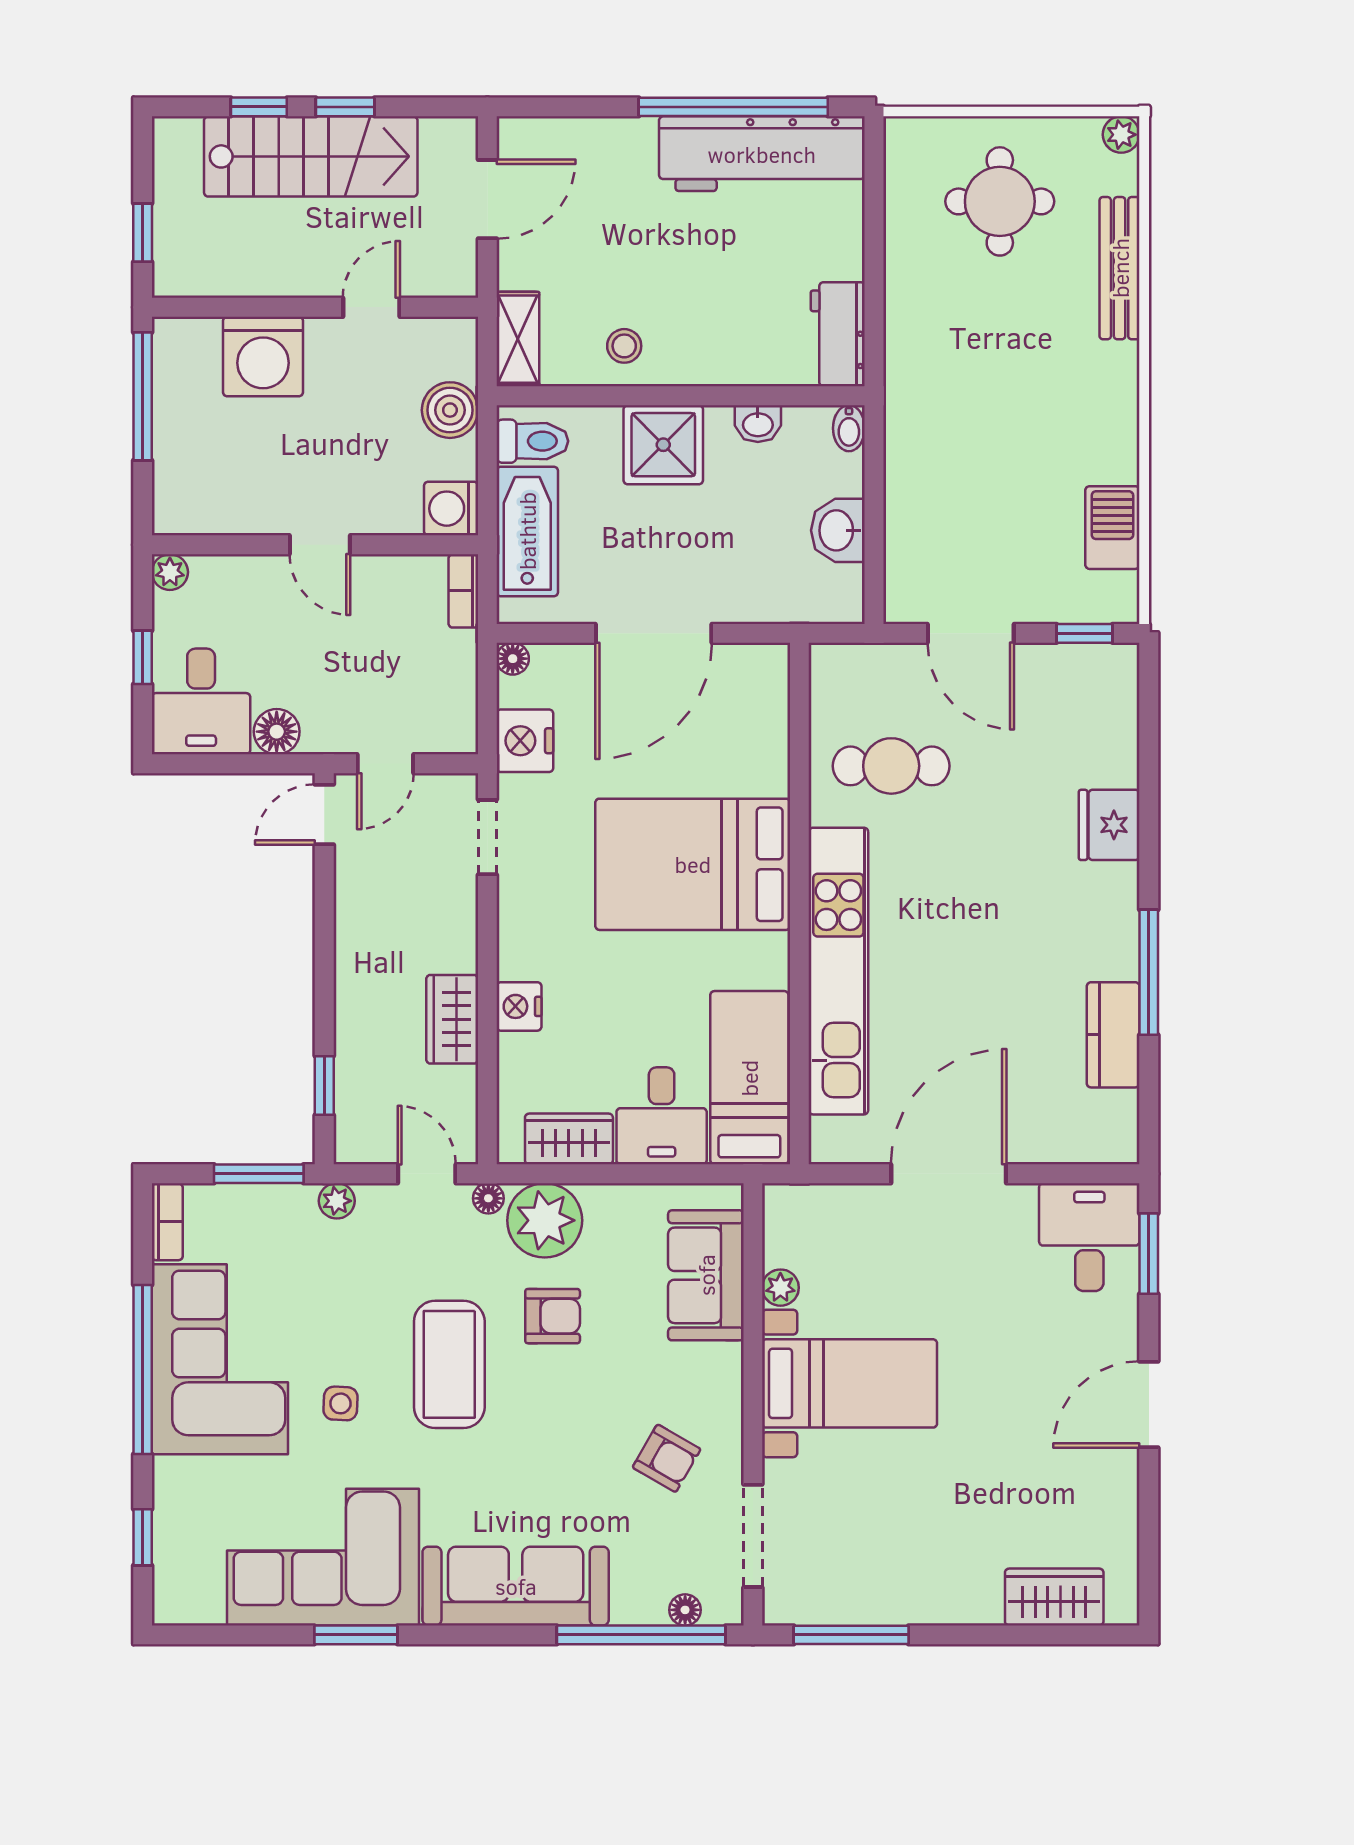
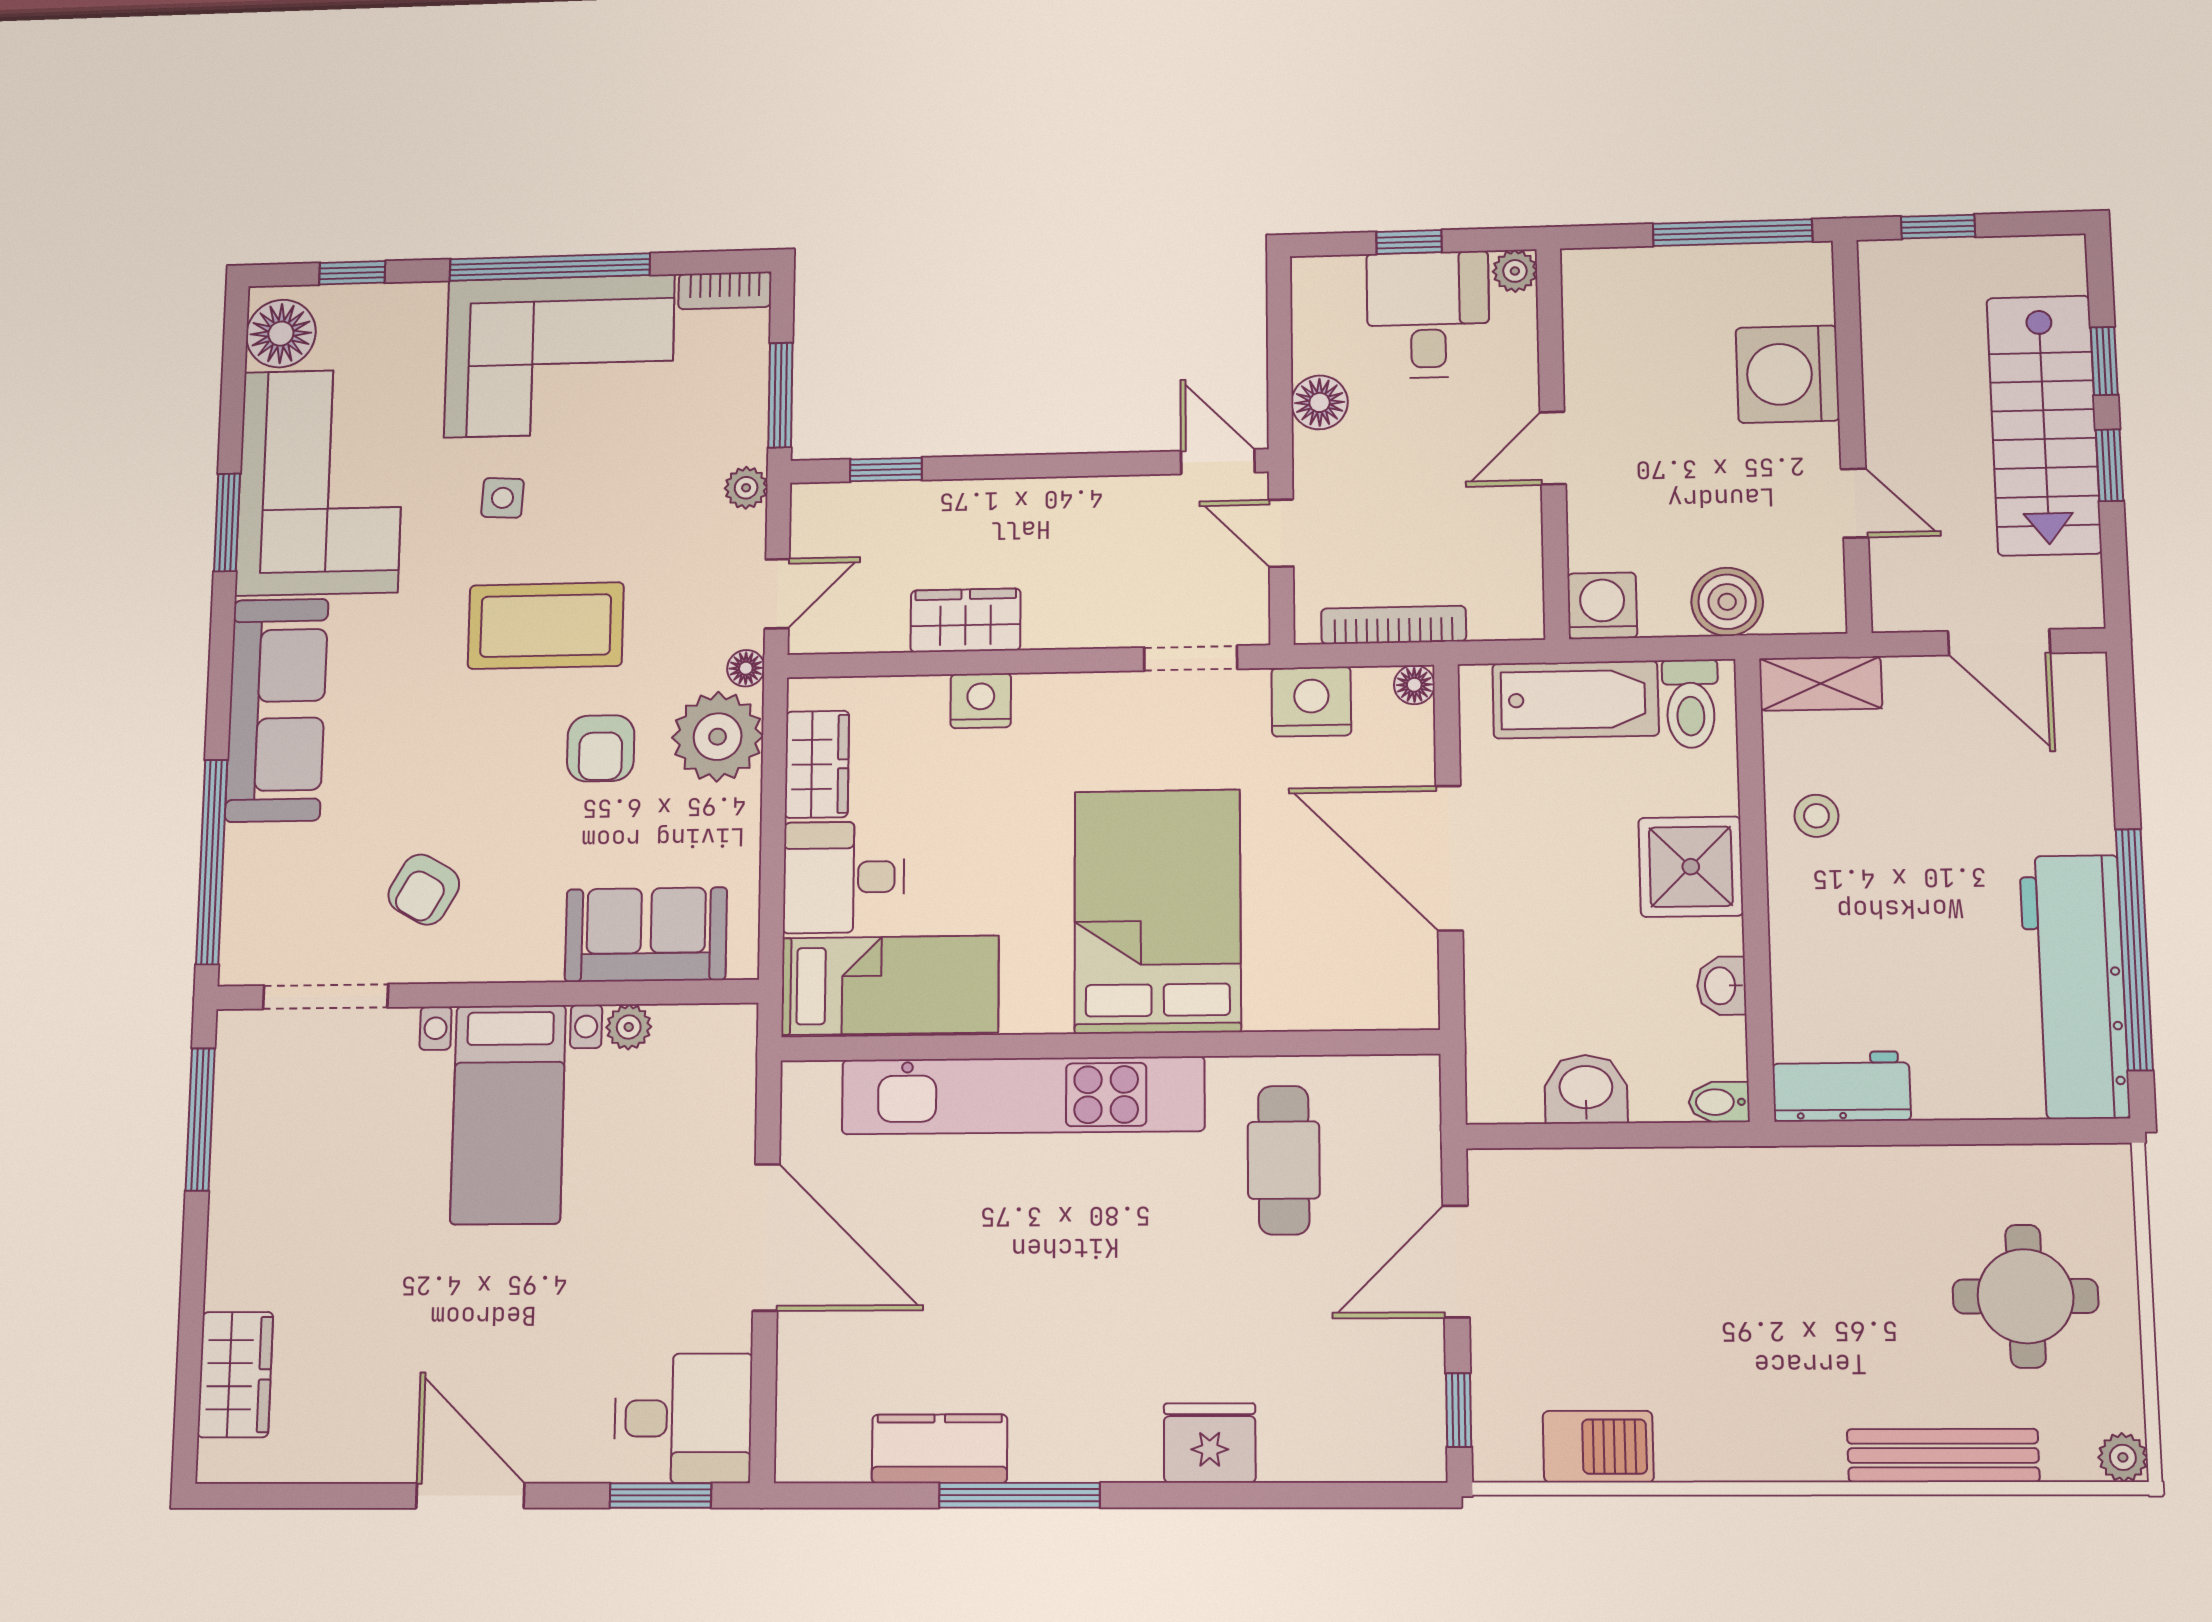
bookcase: (463, 591) -> (1394, 625), moved, width x1.56
desk: (201, 701) -> (1428, 315), moved, turned 90
floor lamp: (685, 1610) -> (281, 334), moved, width x1.89, depth x1.89

